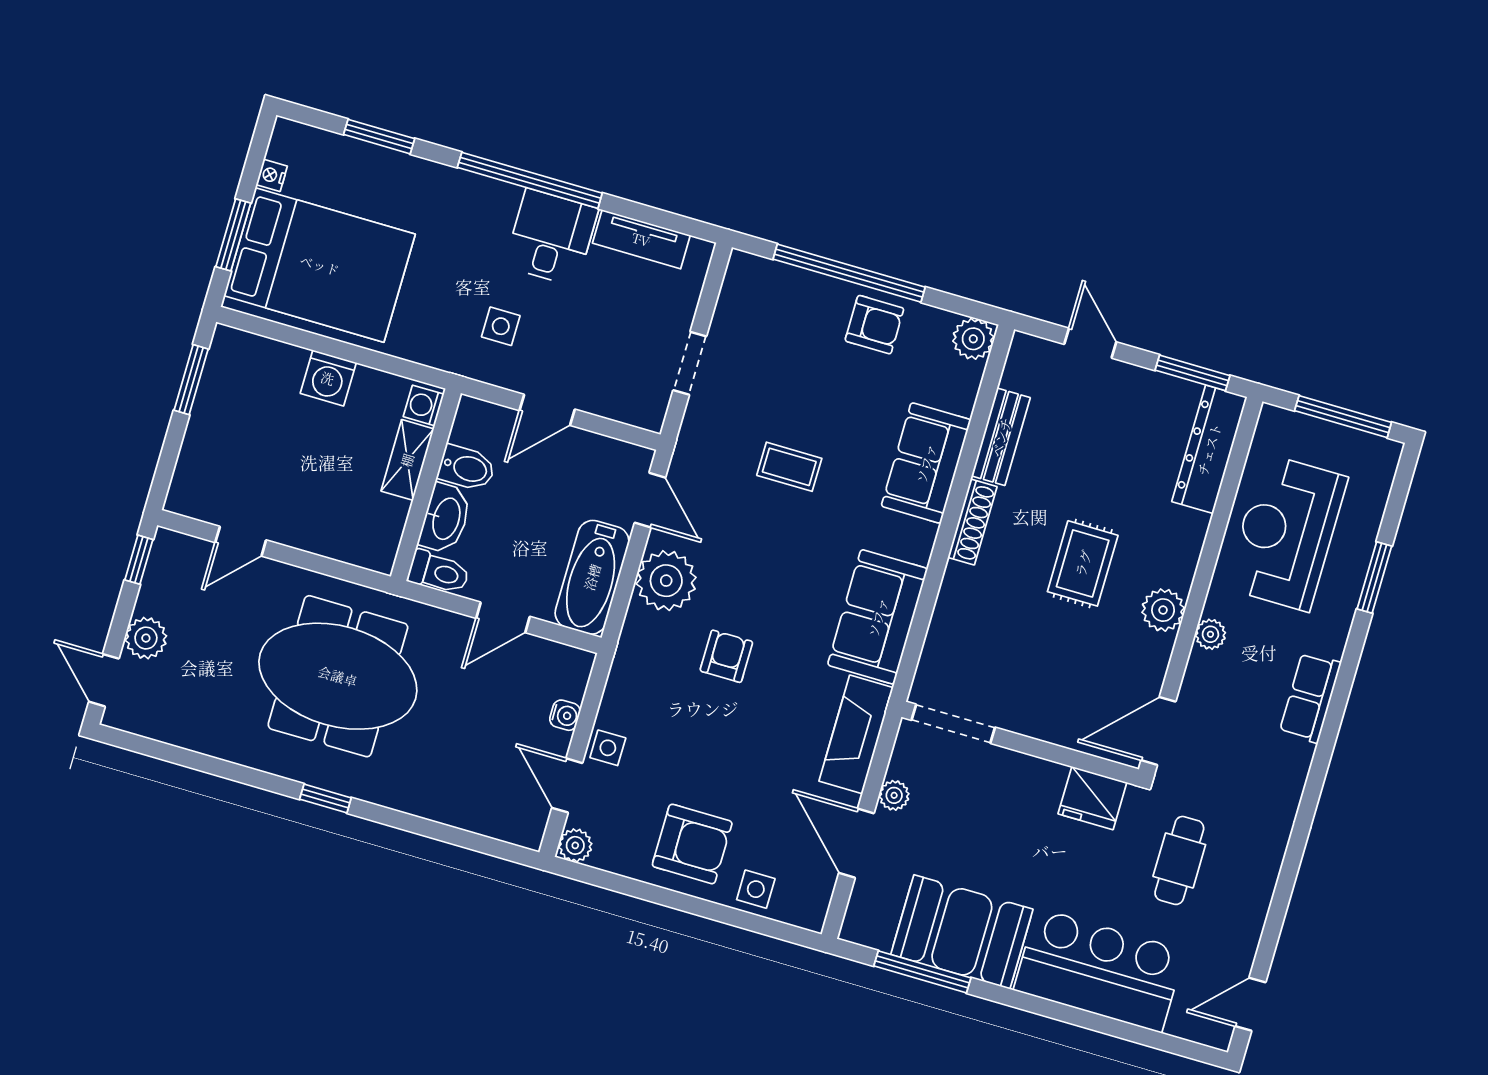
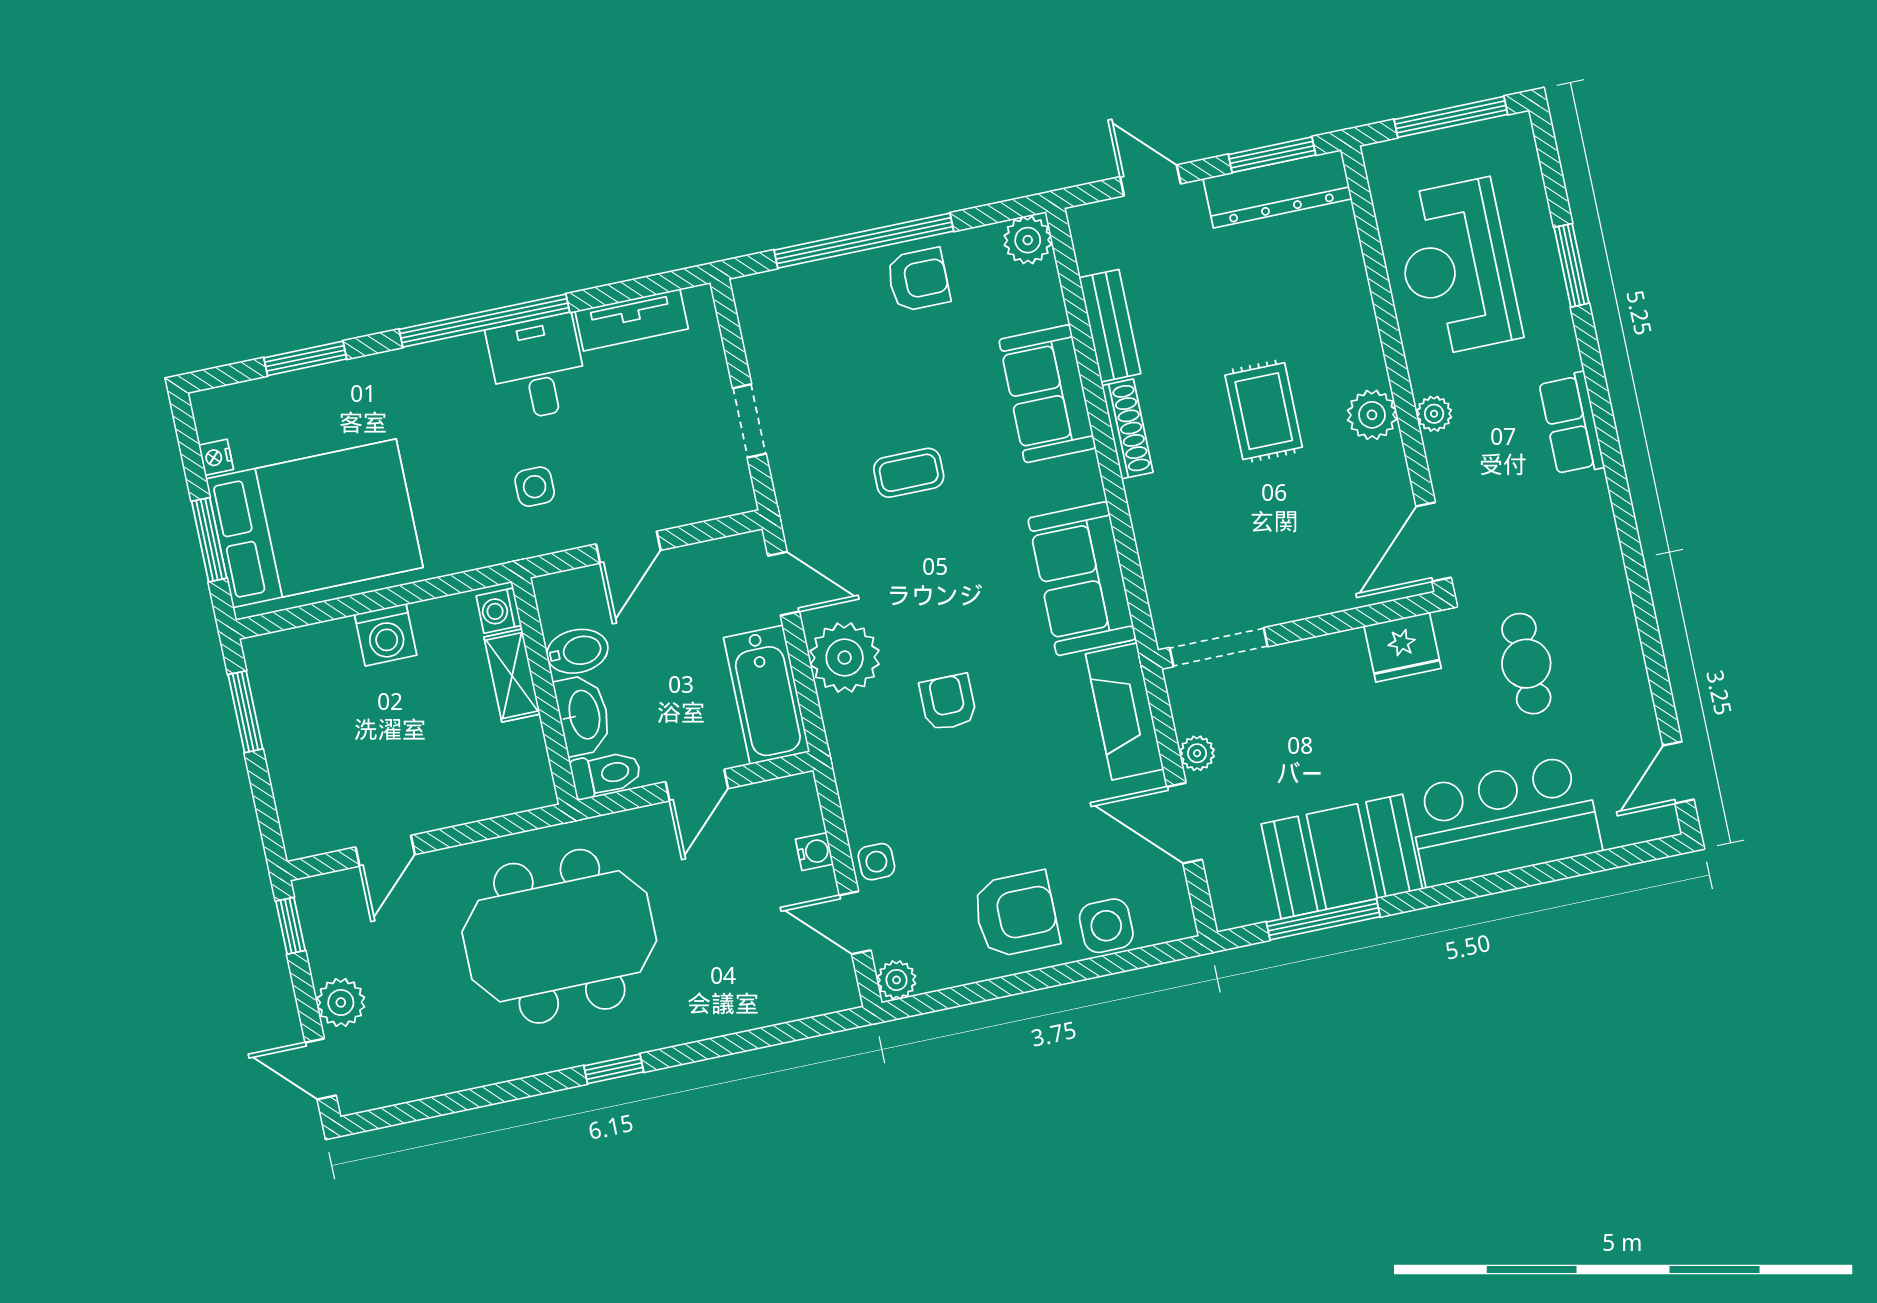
dresser: (1209, 449) -> (1277, 189), moved, turned -90
side table: (756, 889) -> (1106, 926), width x1.37, depth x1.37

